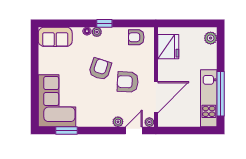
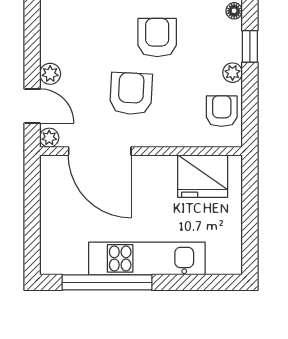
plant: (97, 32) -> (233, 73), moved
plant: (211, 38) -> (220, 262), removed
armchair: (100, 69) -> (157, 38), turned -108
kitchen unit: (209, 98) -> (147, 258), moved

